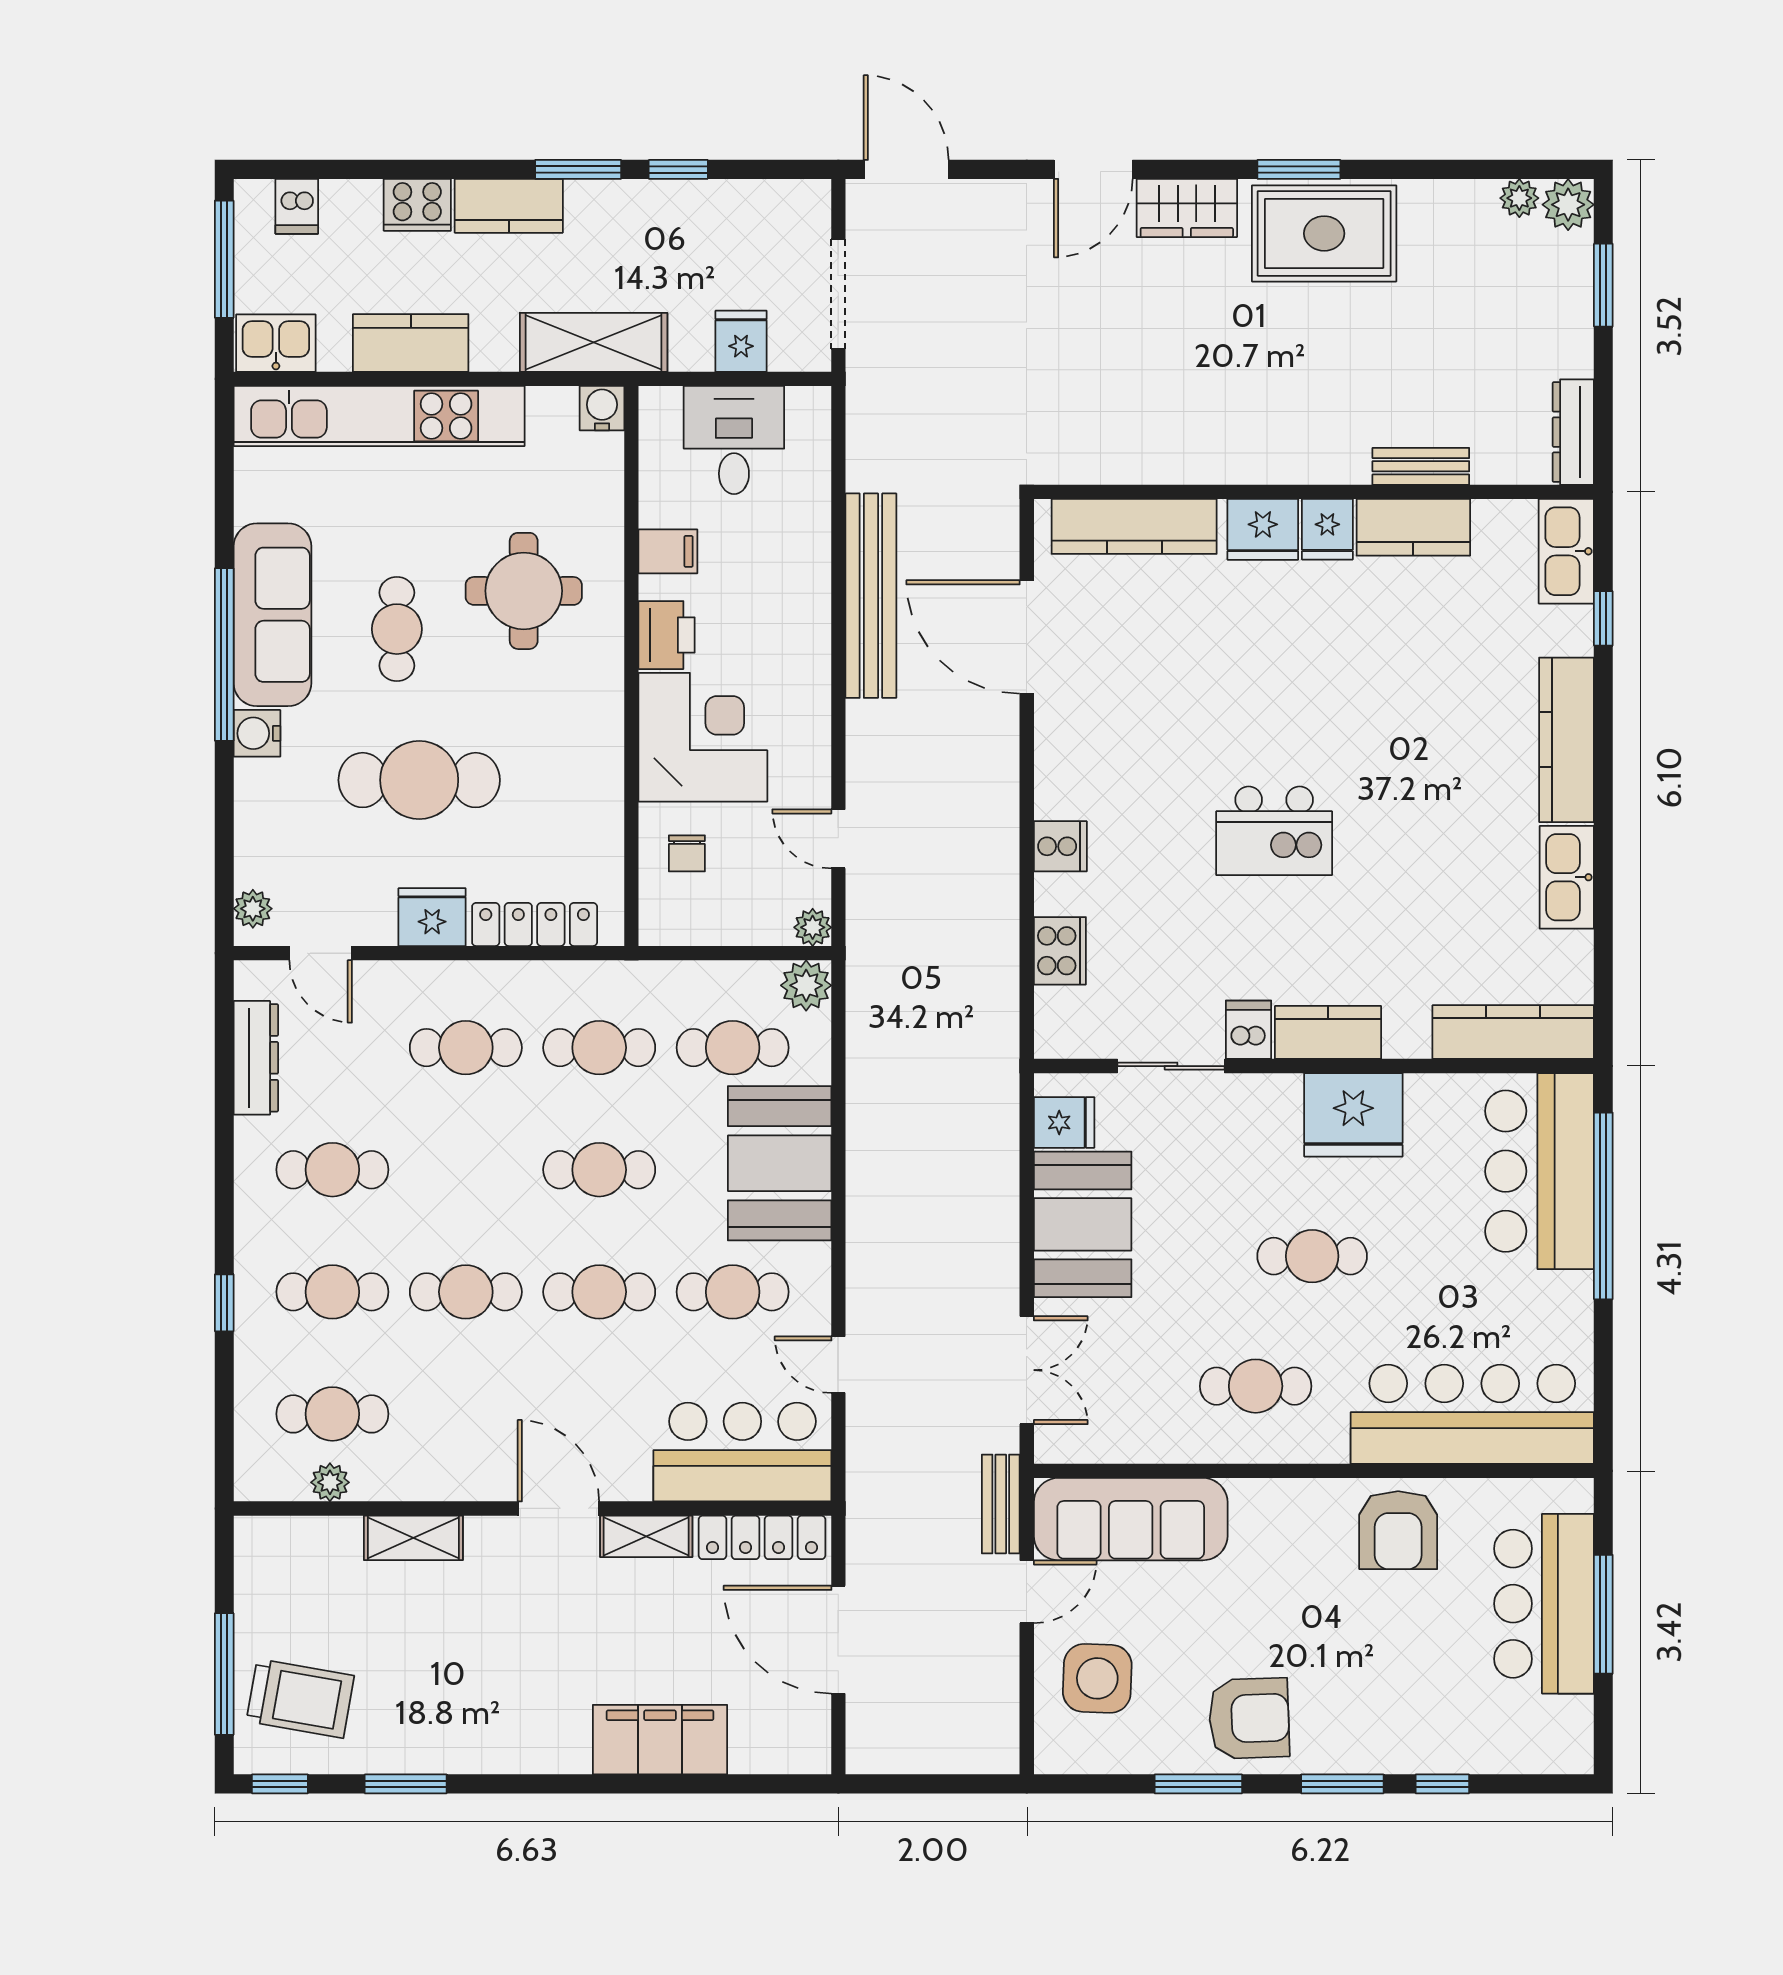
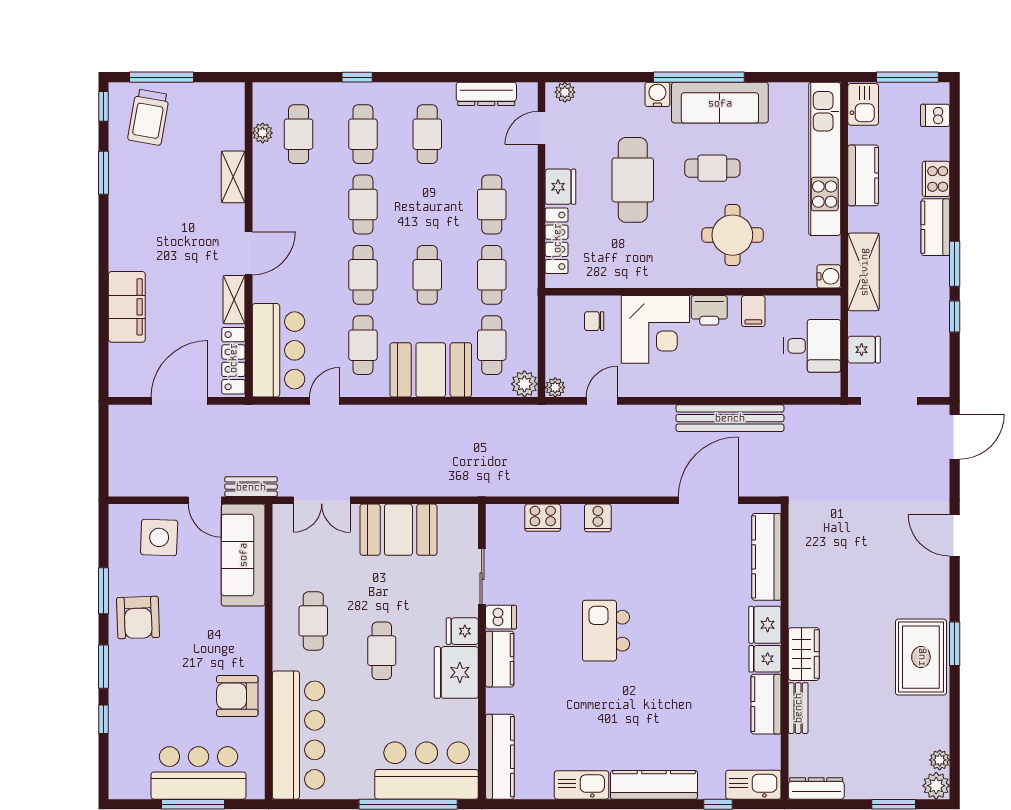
wardrobe: (1187, 208) -> (804, 654), moved, turned 180
fridge: (1064, 1122) -> (462, 631), moved, turned 90

